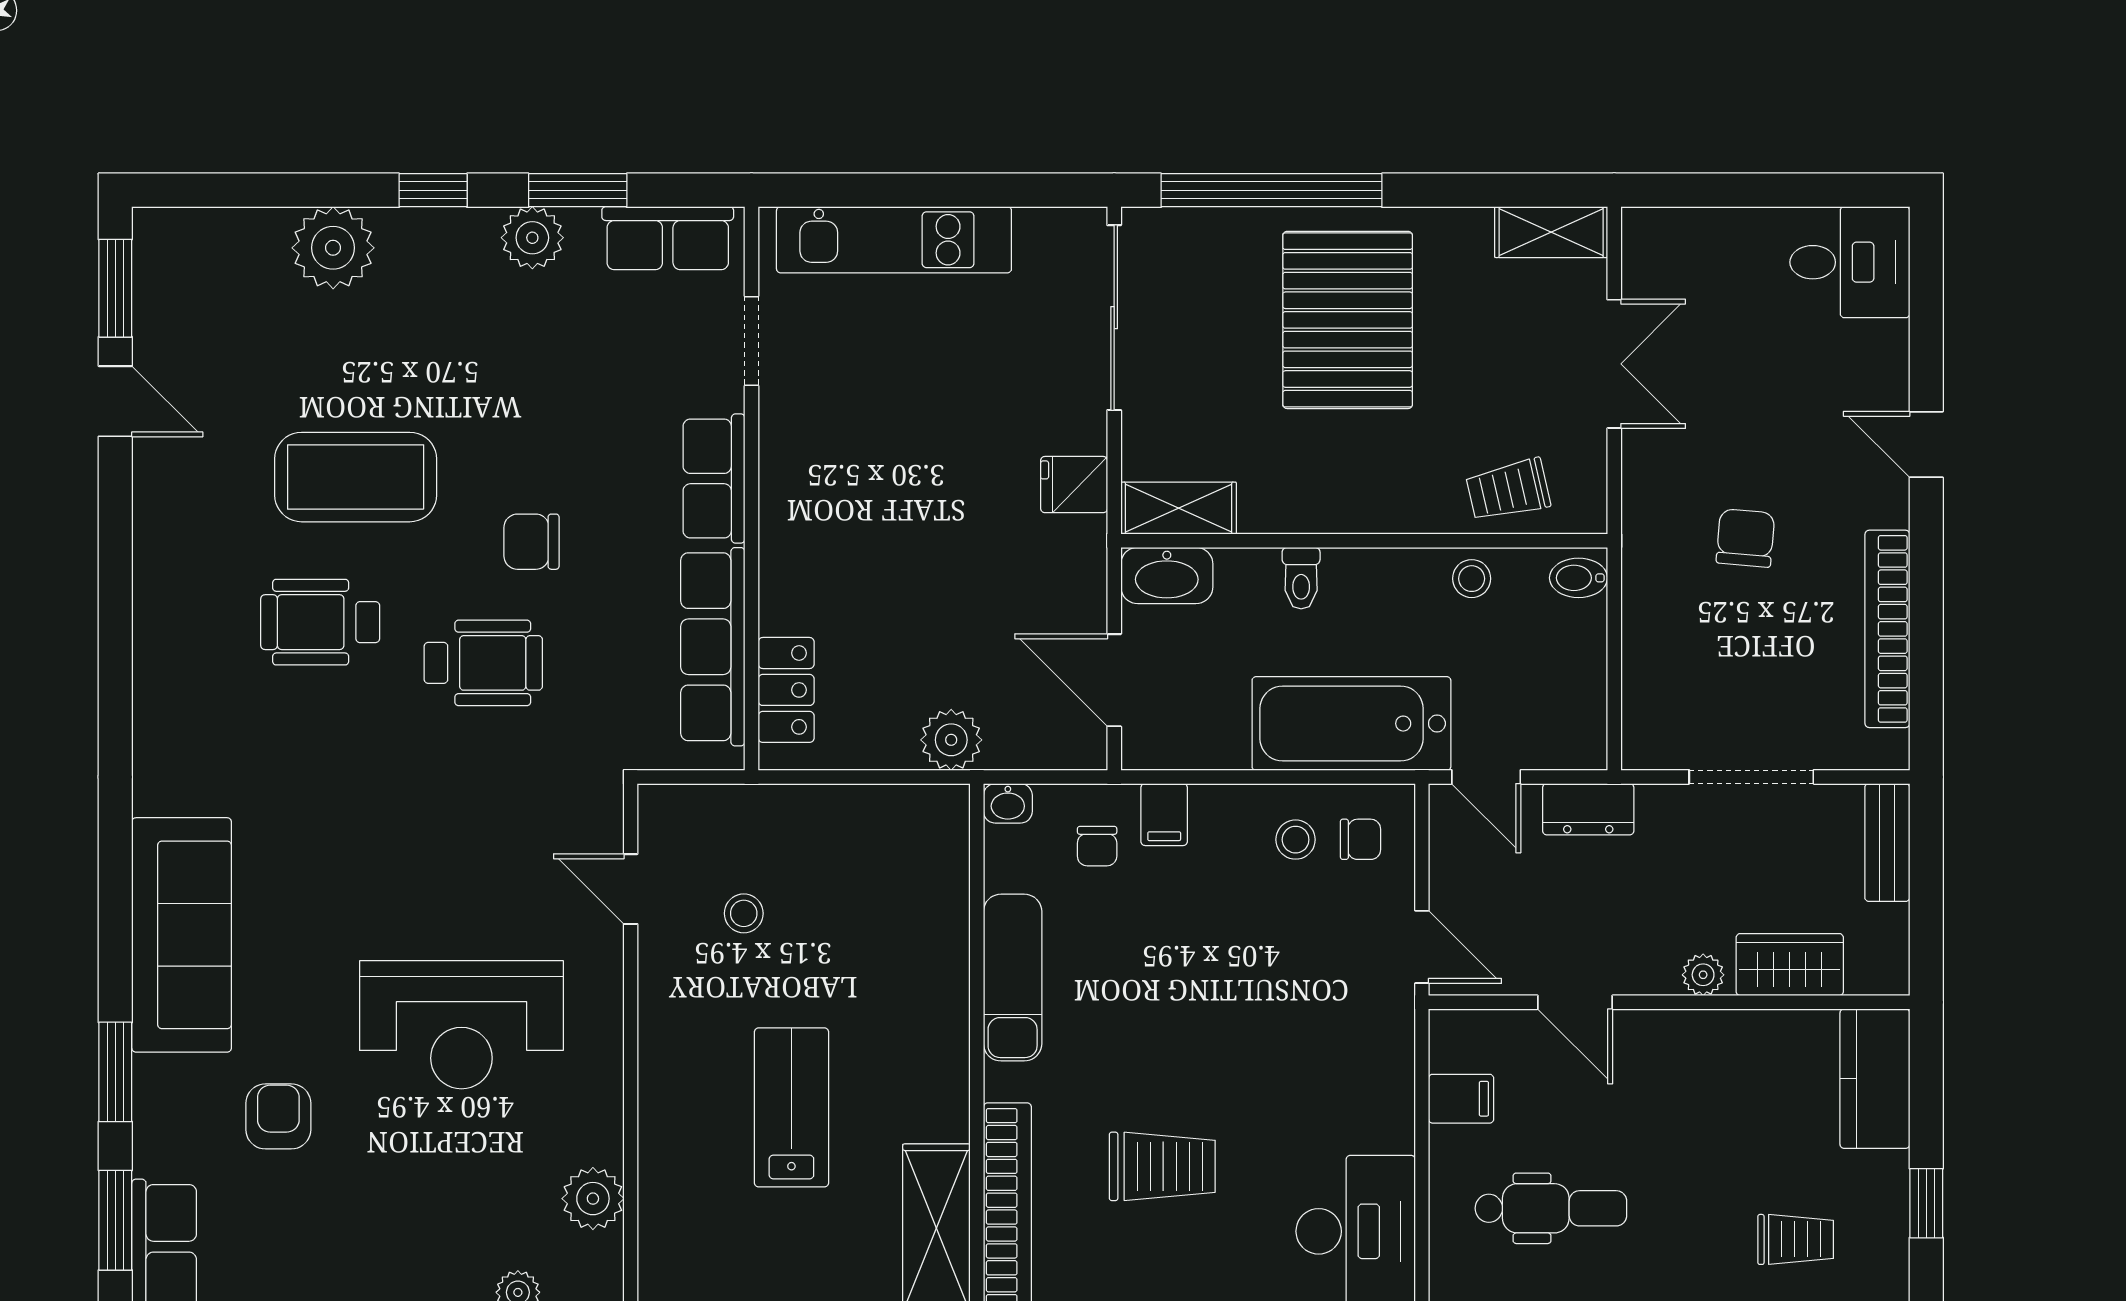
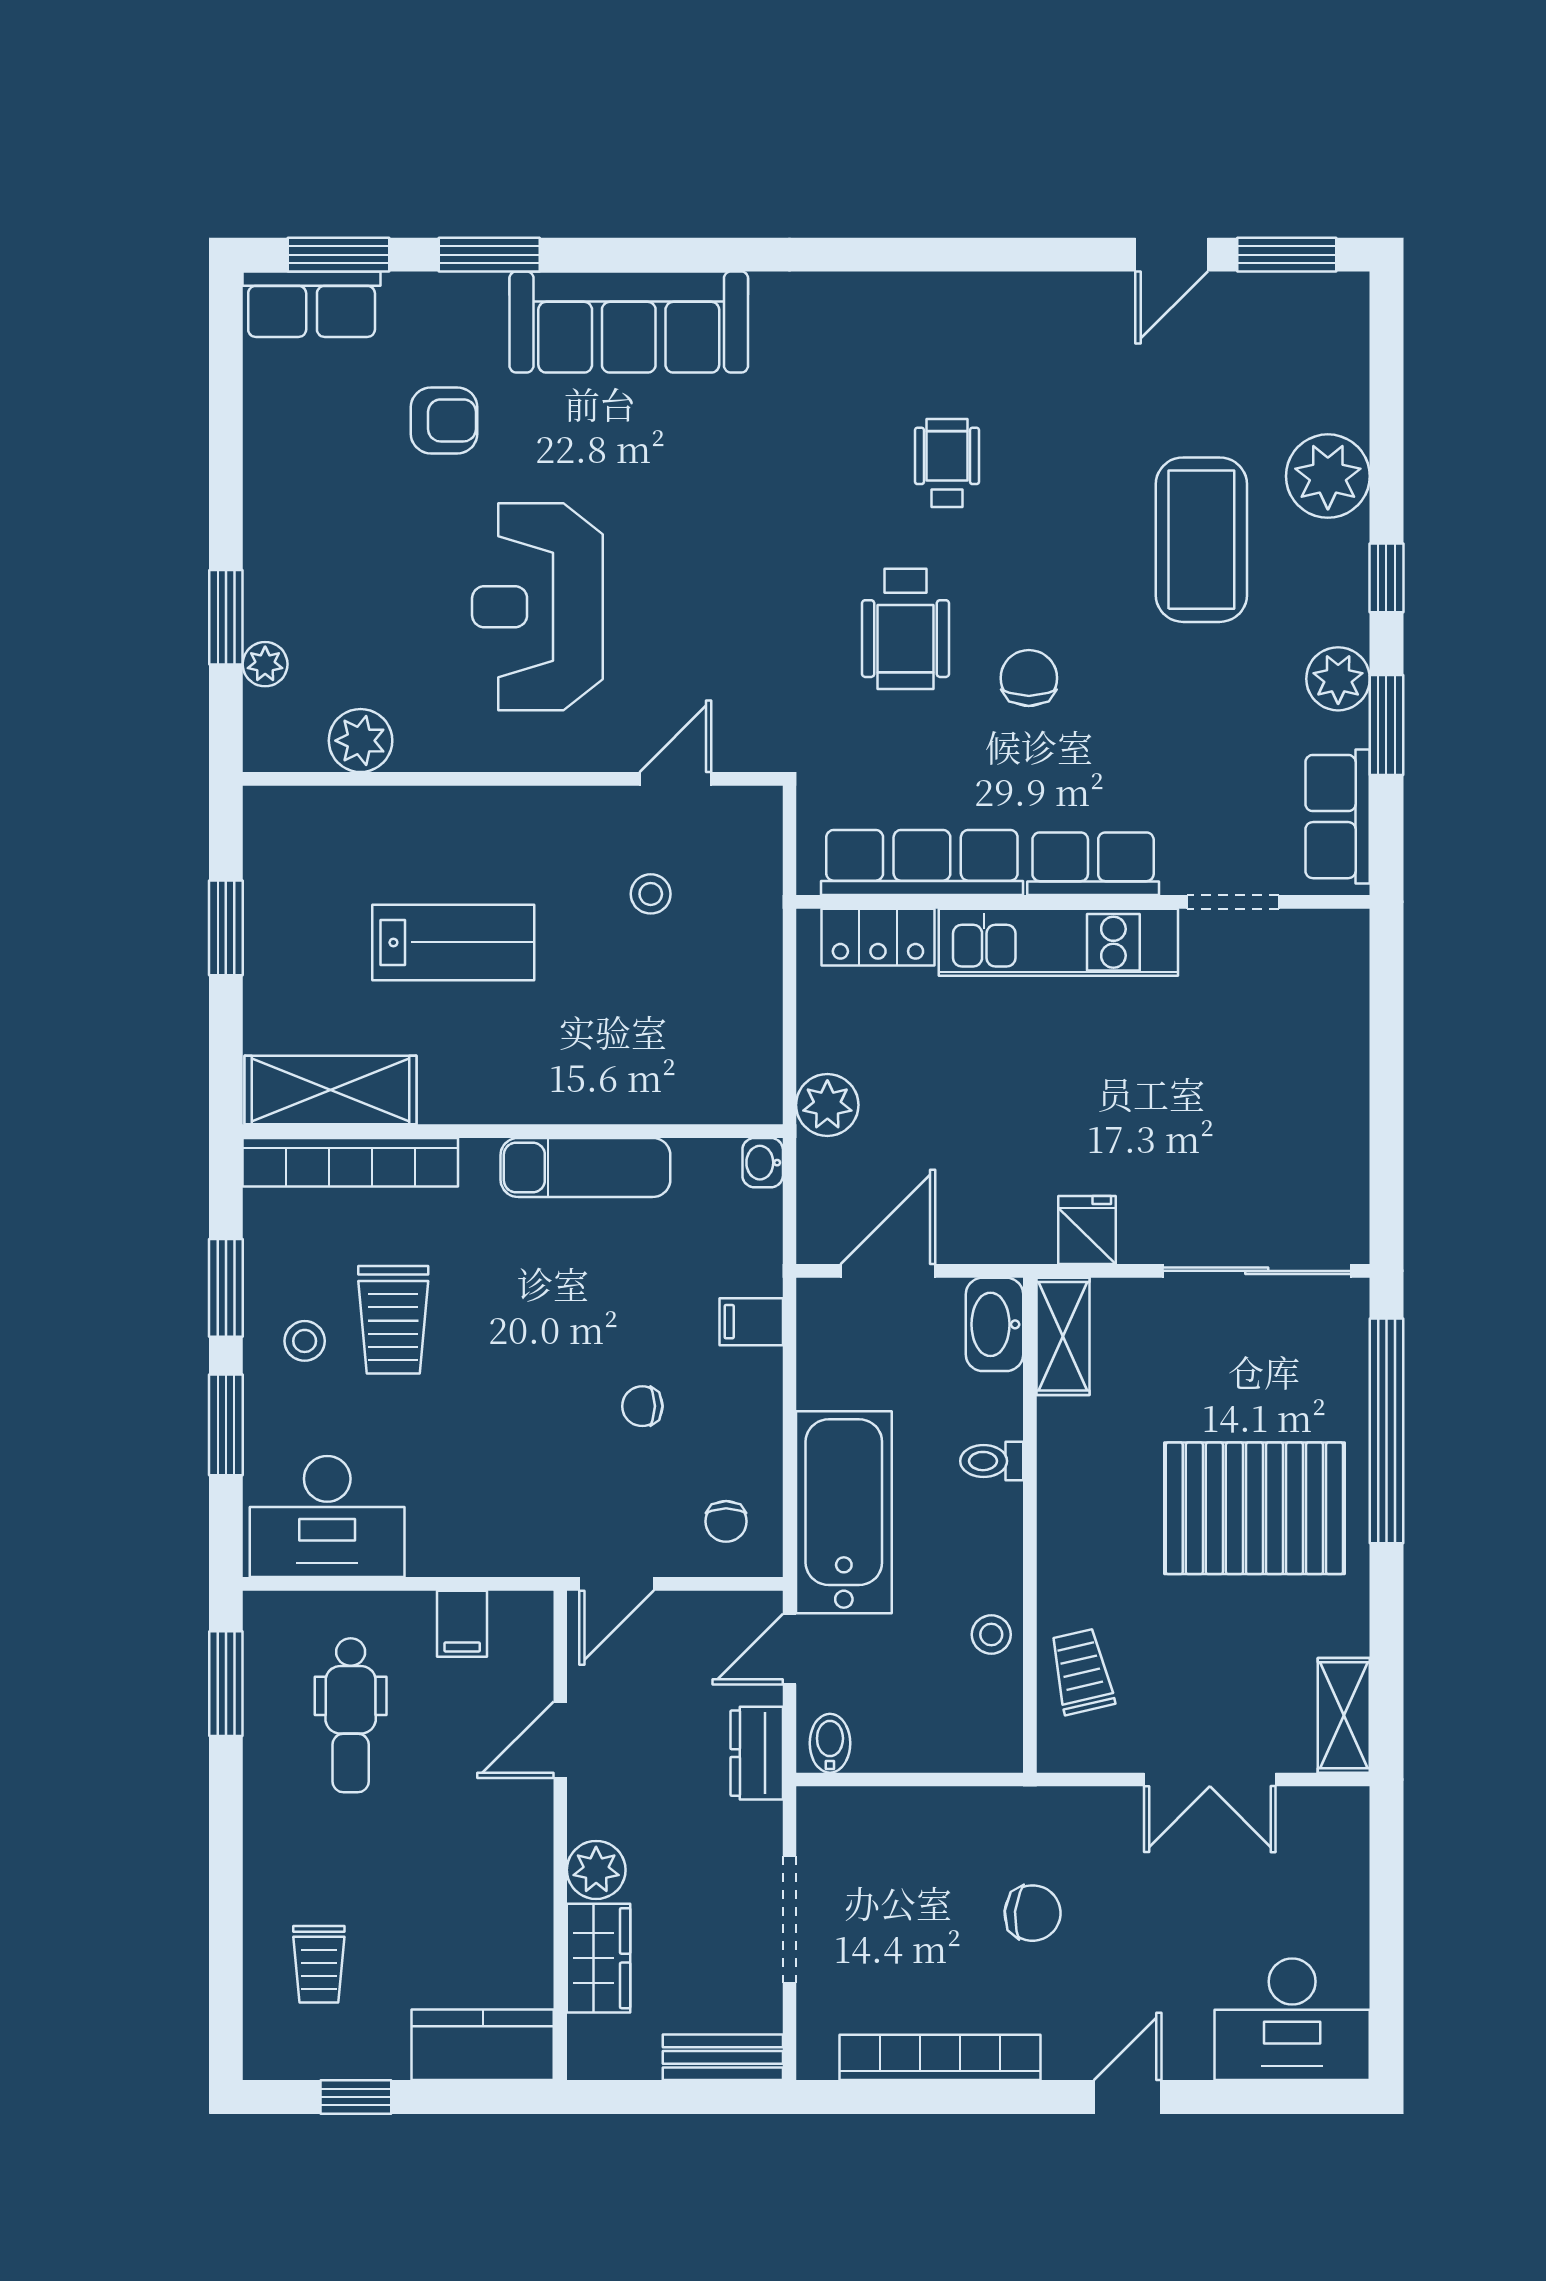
kitchen unit: (894, 240) -> (1058, 942), moved, turned -90
desk: (1850, 262) -> (1292, 2019), width x1.37
coffee table: (356, 477) -> (1201, 540), moved
bidet: (1579, 578) -> (830, 1743), moved
wheelchair: (320, 622) -> (947, 463), width x0.73, depth x0.73
stool: (1296, 840) -> (305, 1341), moved
chair: (1097, 846) -> (642, 1406), moved
plant: (1703, 975) -> (596, 1870), width x1.38, depth x1.38

